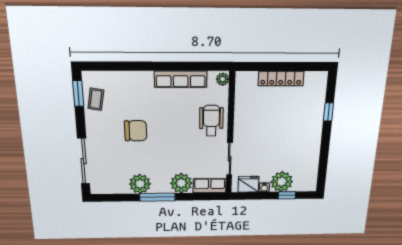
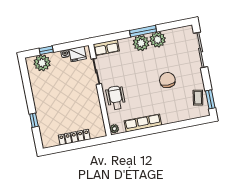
wheelchair: (211, 121) -> (116, 98), turned 180
chair: (136, 131) -> (167, 80), turned 90
plant: (282, 182) -> (42, 63), moved
plant: (181, 183) -> (141, 43), moved

